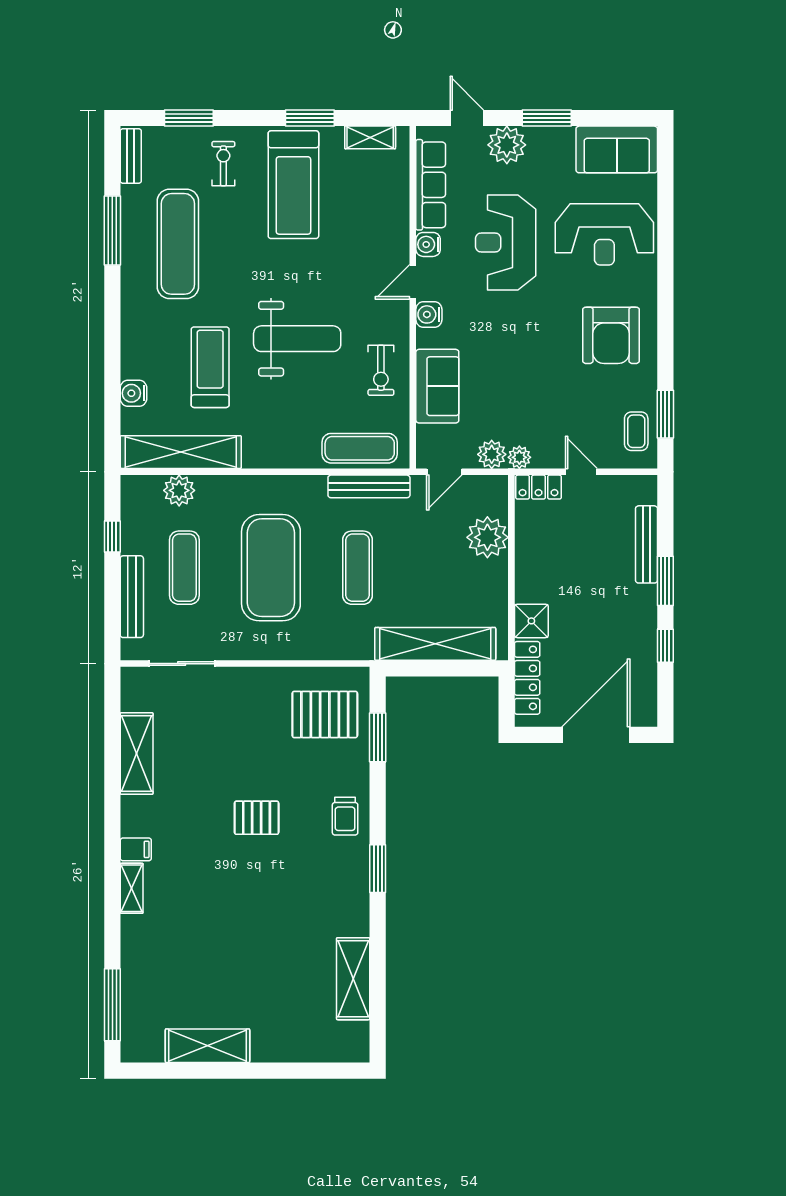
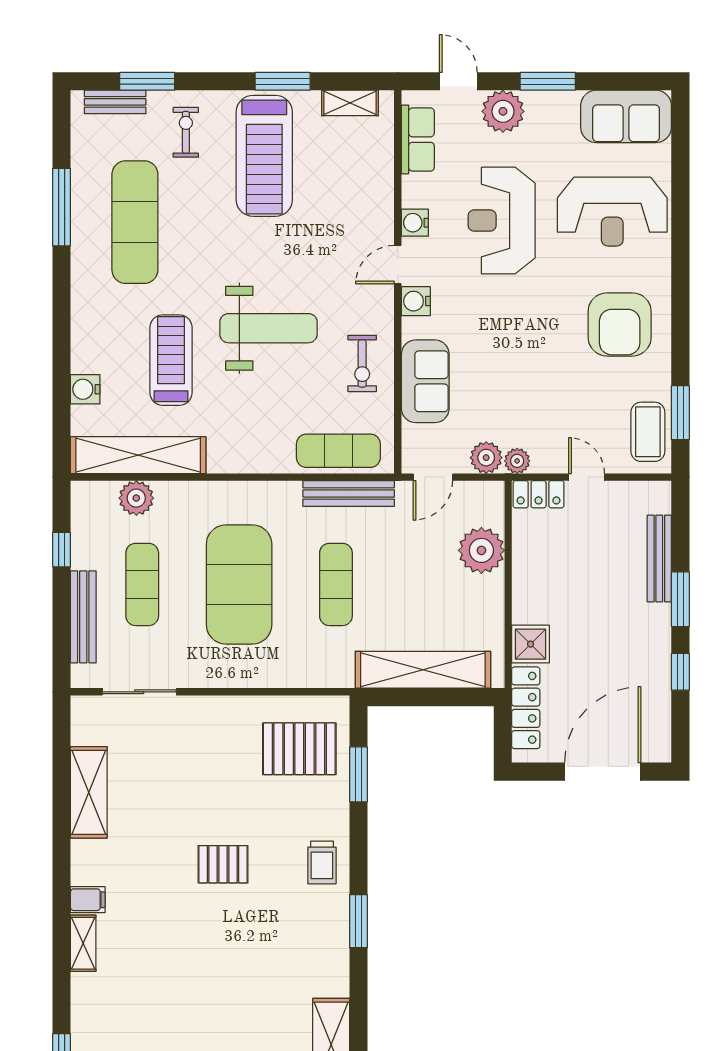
bench: (131, 156) -> (115, 102), moved, turned 90
row of seats: (431, 185) -> (418, 140), width x0.68
coffee table: (636, 431) -> (648, 432), width x1.36, depth x1.30

